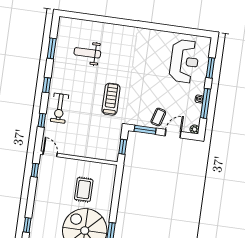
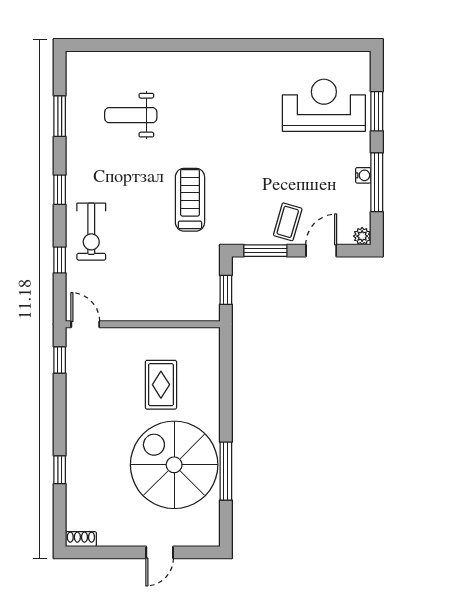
reception desk: (184, 61) -> (324, 105), turned -90

